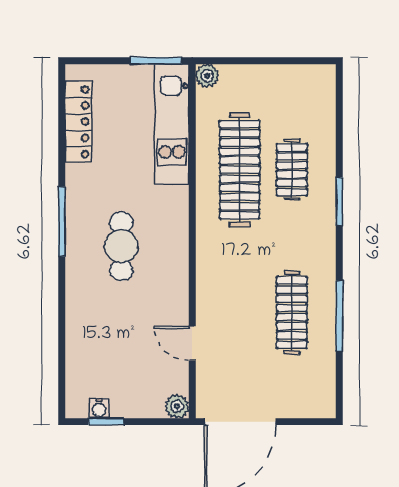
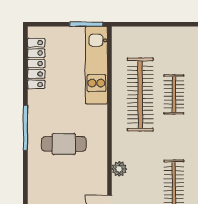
plant: (207, 76) -> (119, 169), moved
cafe table: (121, 246) -> (64, 144), turned 90

